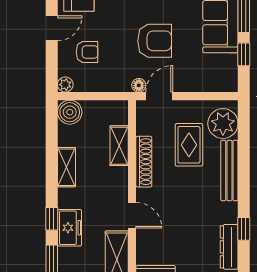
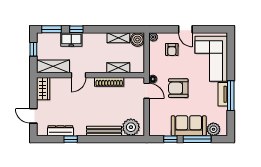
armchair: (155, 41) -> (178, 88), turned 90
rug: (189, 145) -> (119, 108), removed
shelving: (66, 167) -> (118, 38), moved

